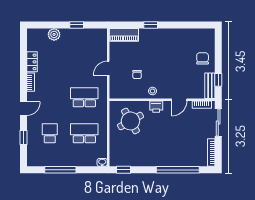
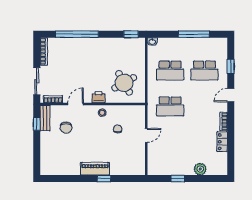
piano: (124, 35) -> (95, 169), moved
chair: (203, 58) -> (66, 128), moved
school desk: (50, 133) -> (204, 71), width x1.85

